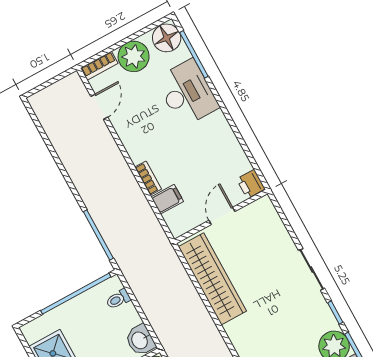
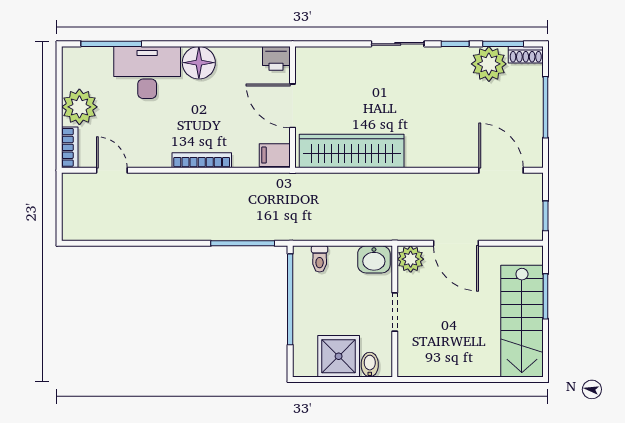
floor lamp: (167, 38) -> (199, 63), moved
bookcase: (148, 178) -> (202, 160), width x1.56
filing cabinet: (167, 199) -> (275, 155), moved, turned -90
door: (222, 216) -> (293, 106), width x1.38

